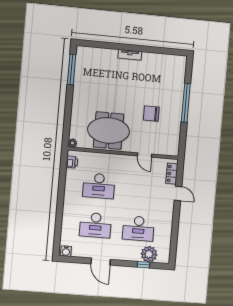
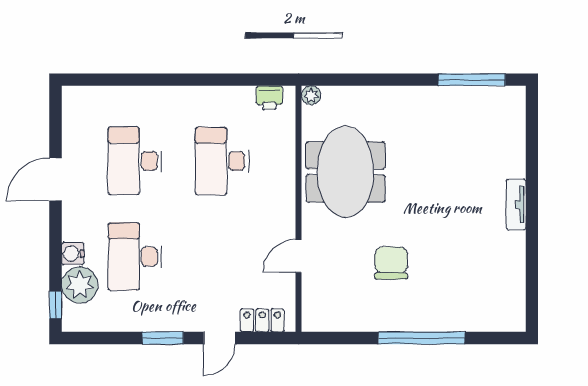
window: (176, 219) -> (163, 338), added
water cooler: (66, 251) -> (73, 254), moved
window: (144, 265) -> (55, 305), moved

